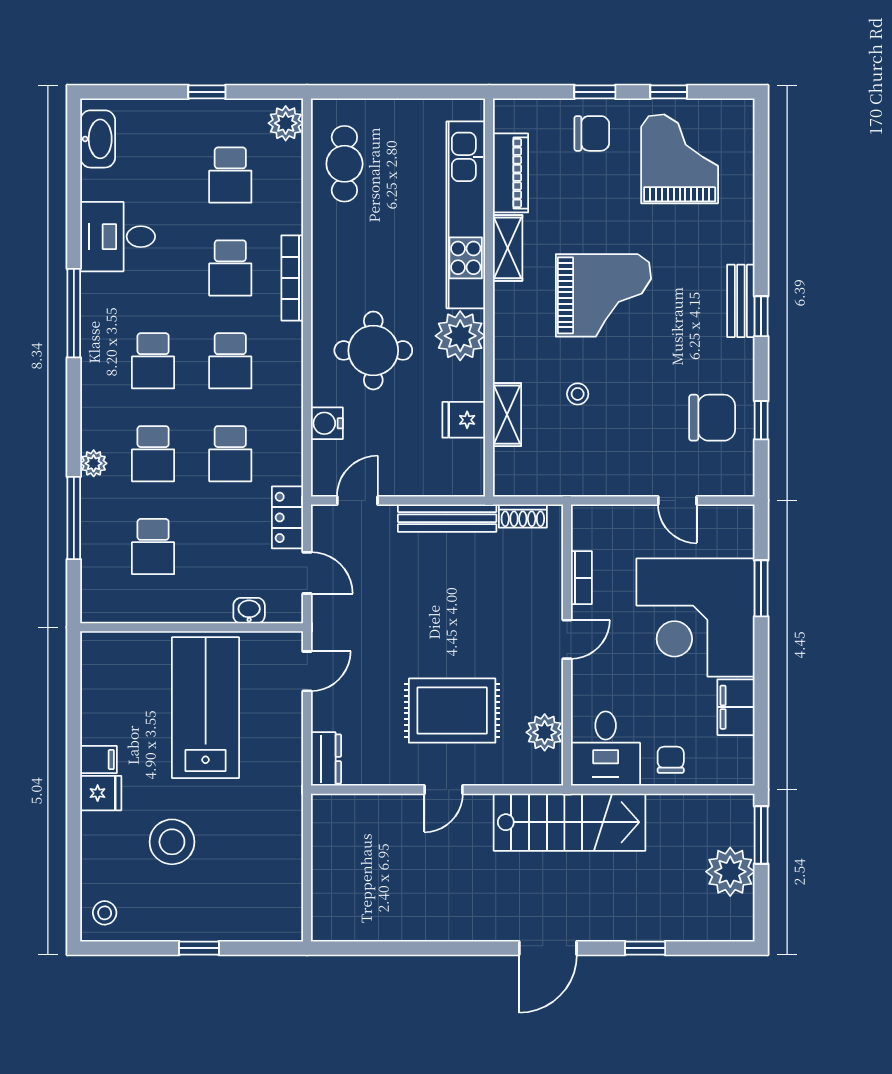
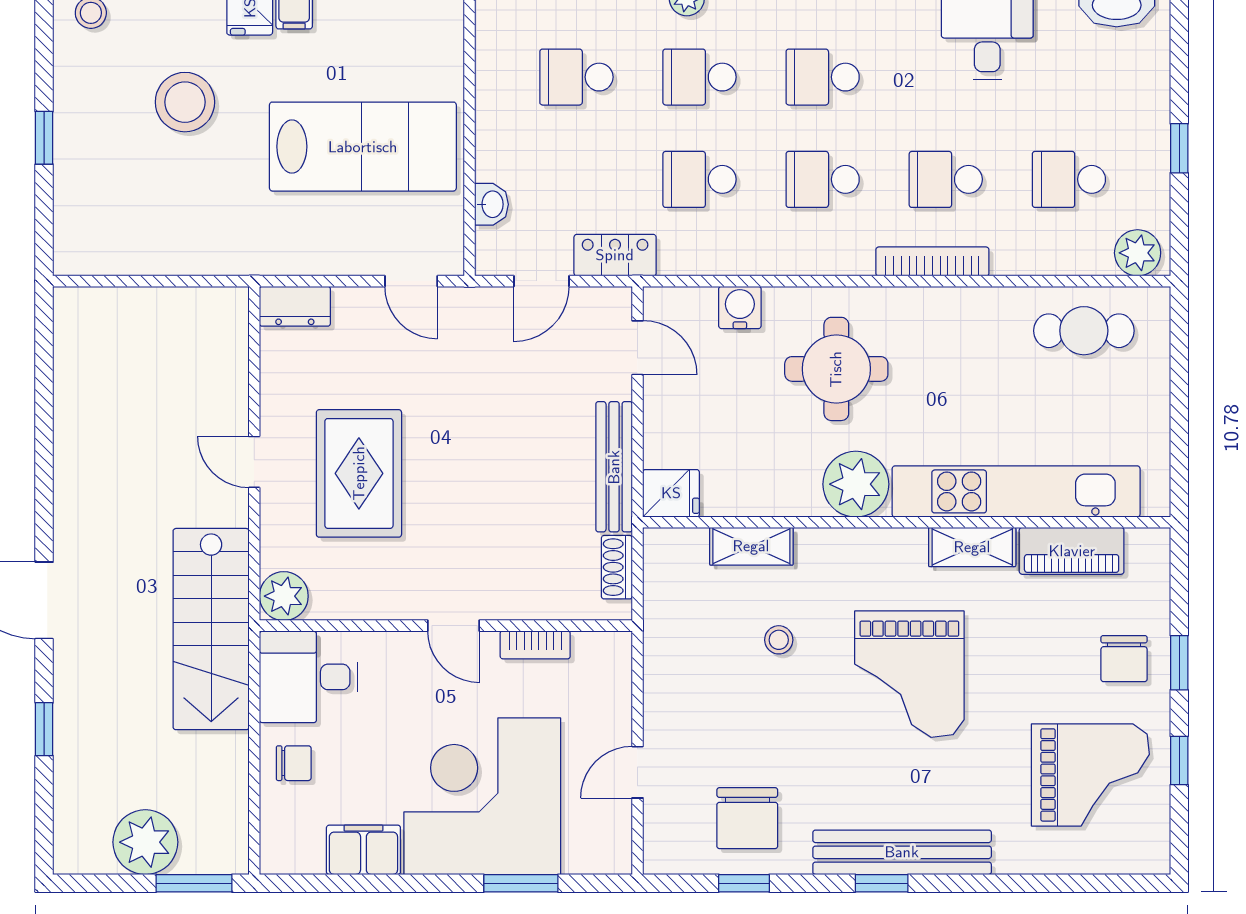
bench: (741, 301) -> (902, 852), width x1.86, depth x1.21
fridge: (464, 420) -> (671, 493), moved, turned 90
plant: (545, 732) -> (284, 596), moved

